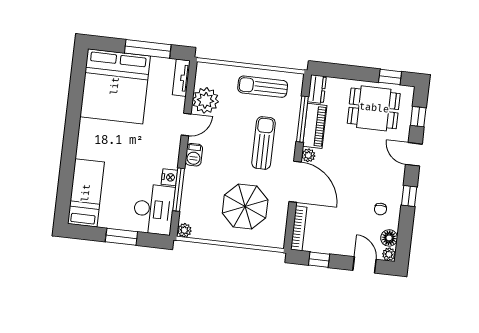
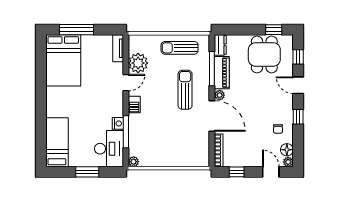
window: (148, 49) -> (77, 30), moved
bed: (115, 86) -> (63, 60), width x0.73
dining table: (374, 108) -> (264, 54), turned 90
parasol: (245, 206) -> (177, 139), removed

